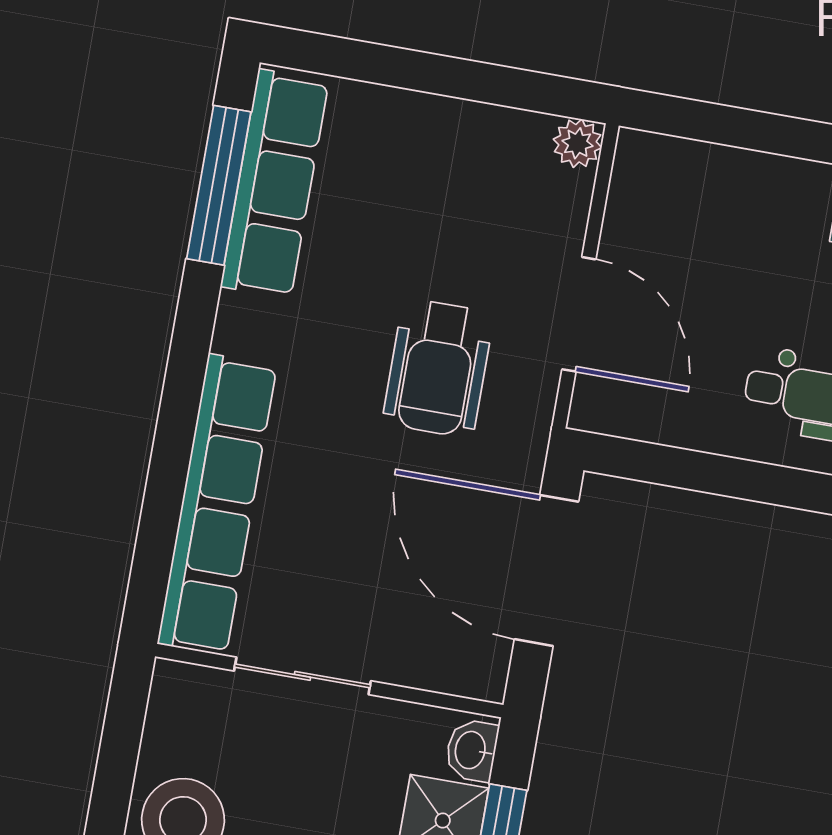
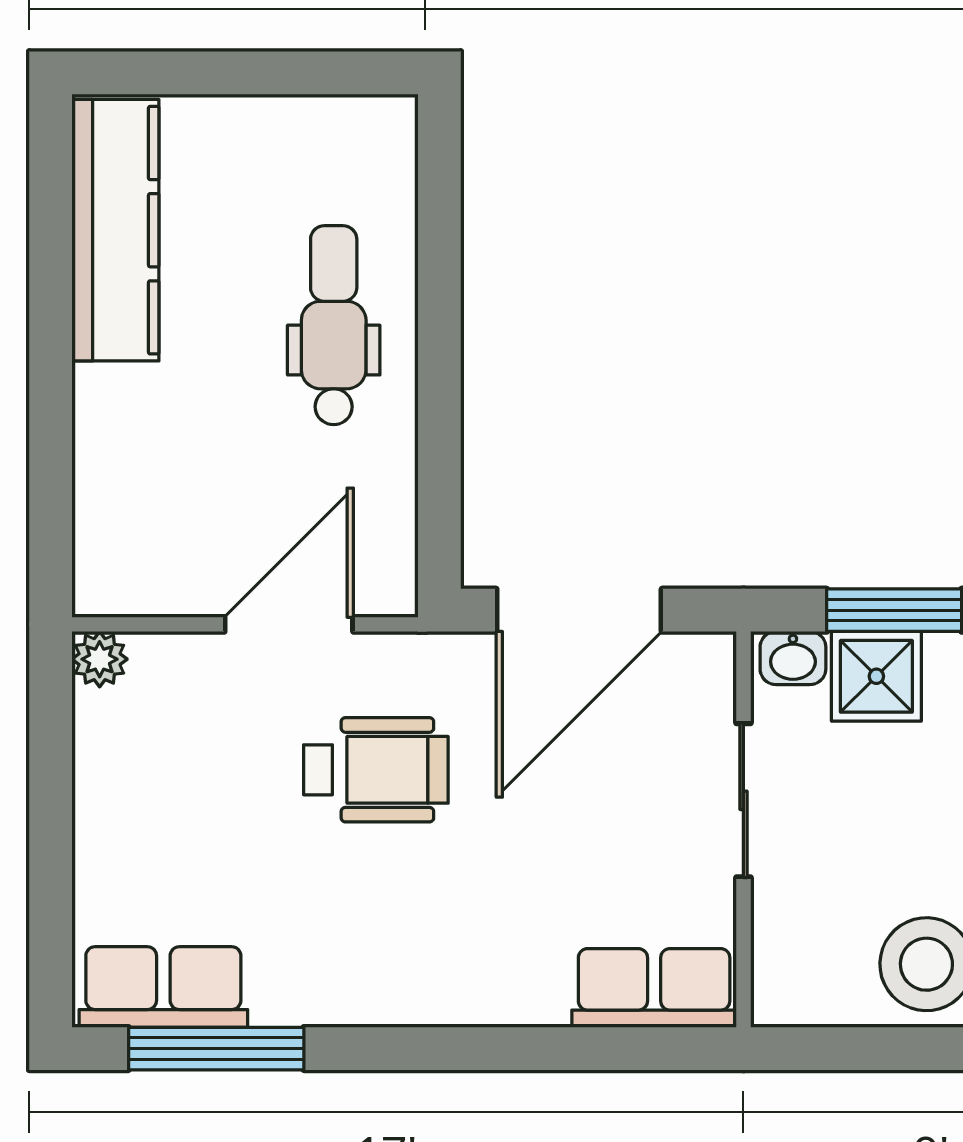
row of seats: (275, 184) -> (163, 987), width x0.68
row of seats: (217, 505) -> (654, 988), width x0.50
sliding door: (302, 676) -> (743, 800), moved

